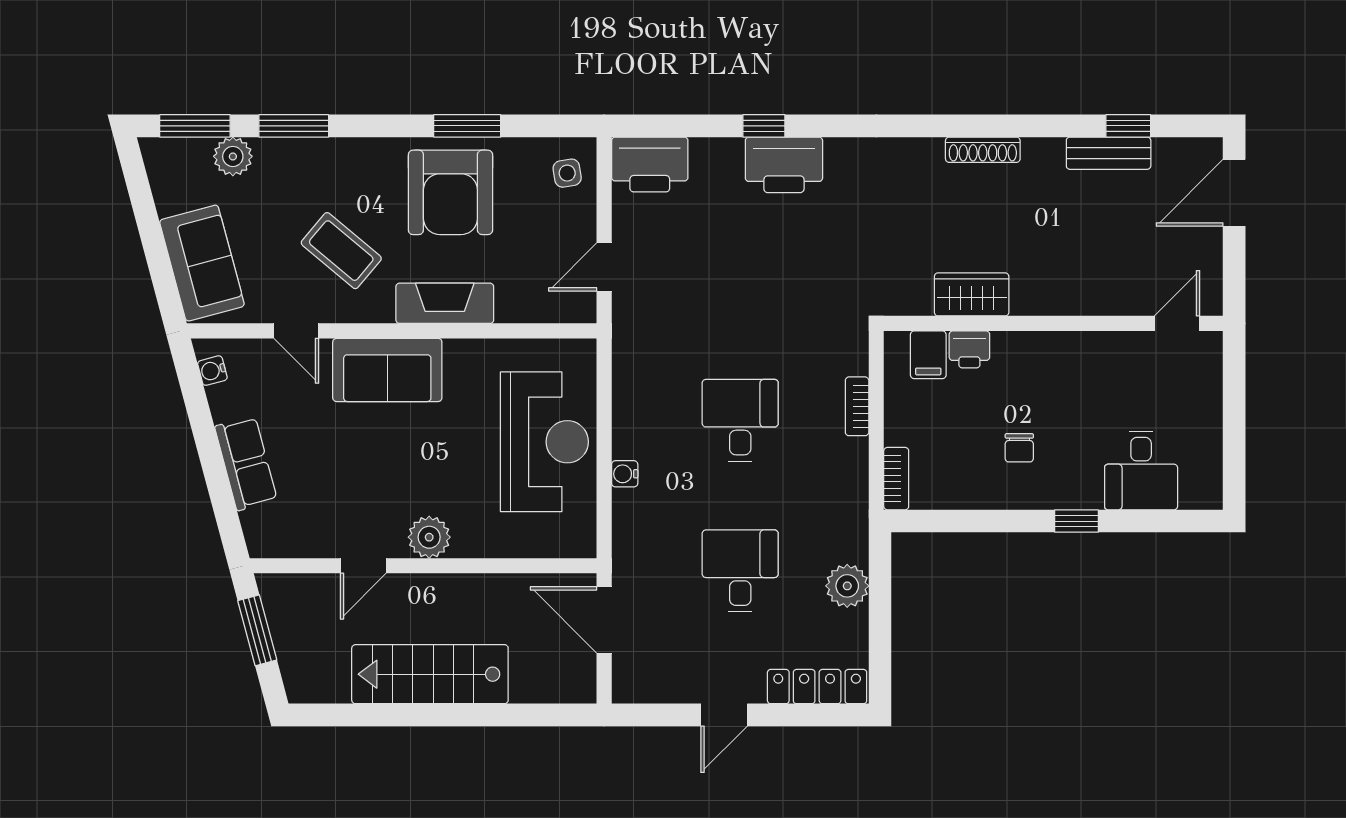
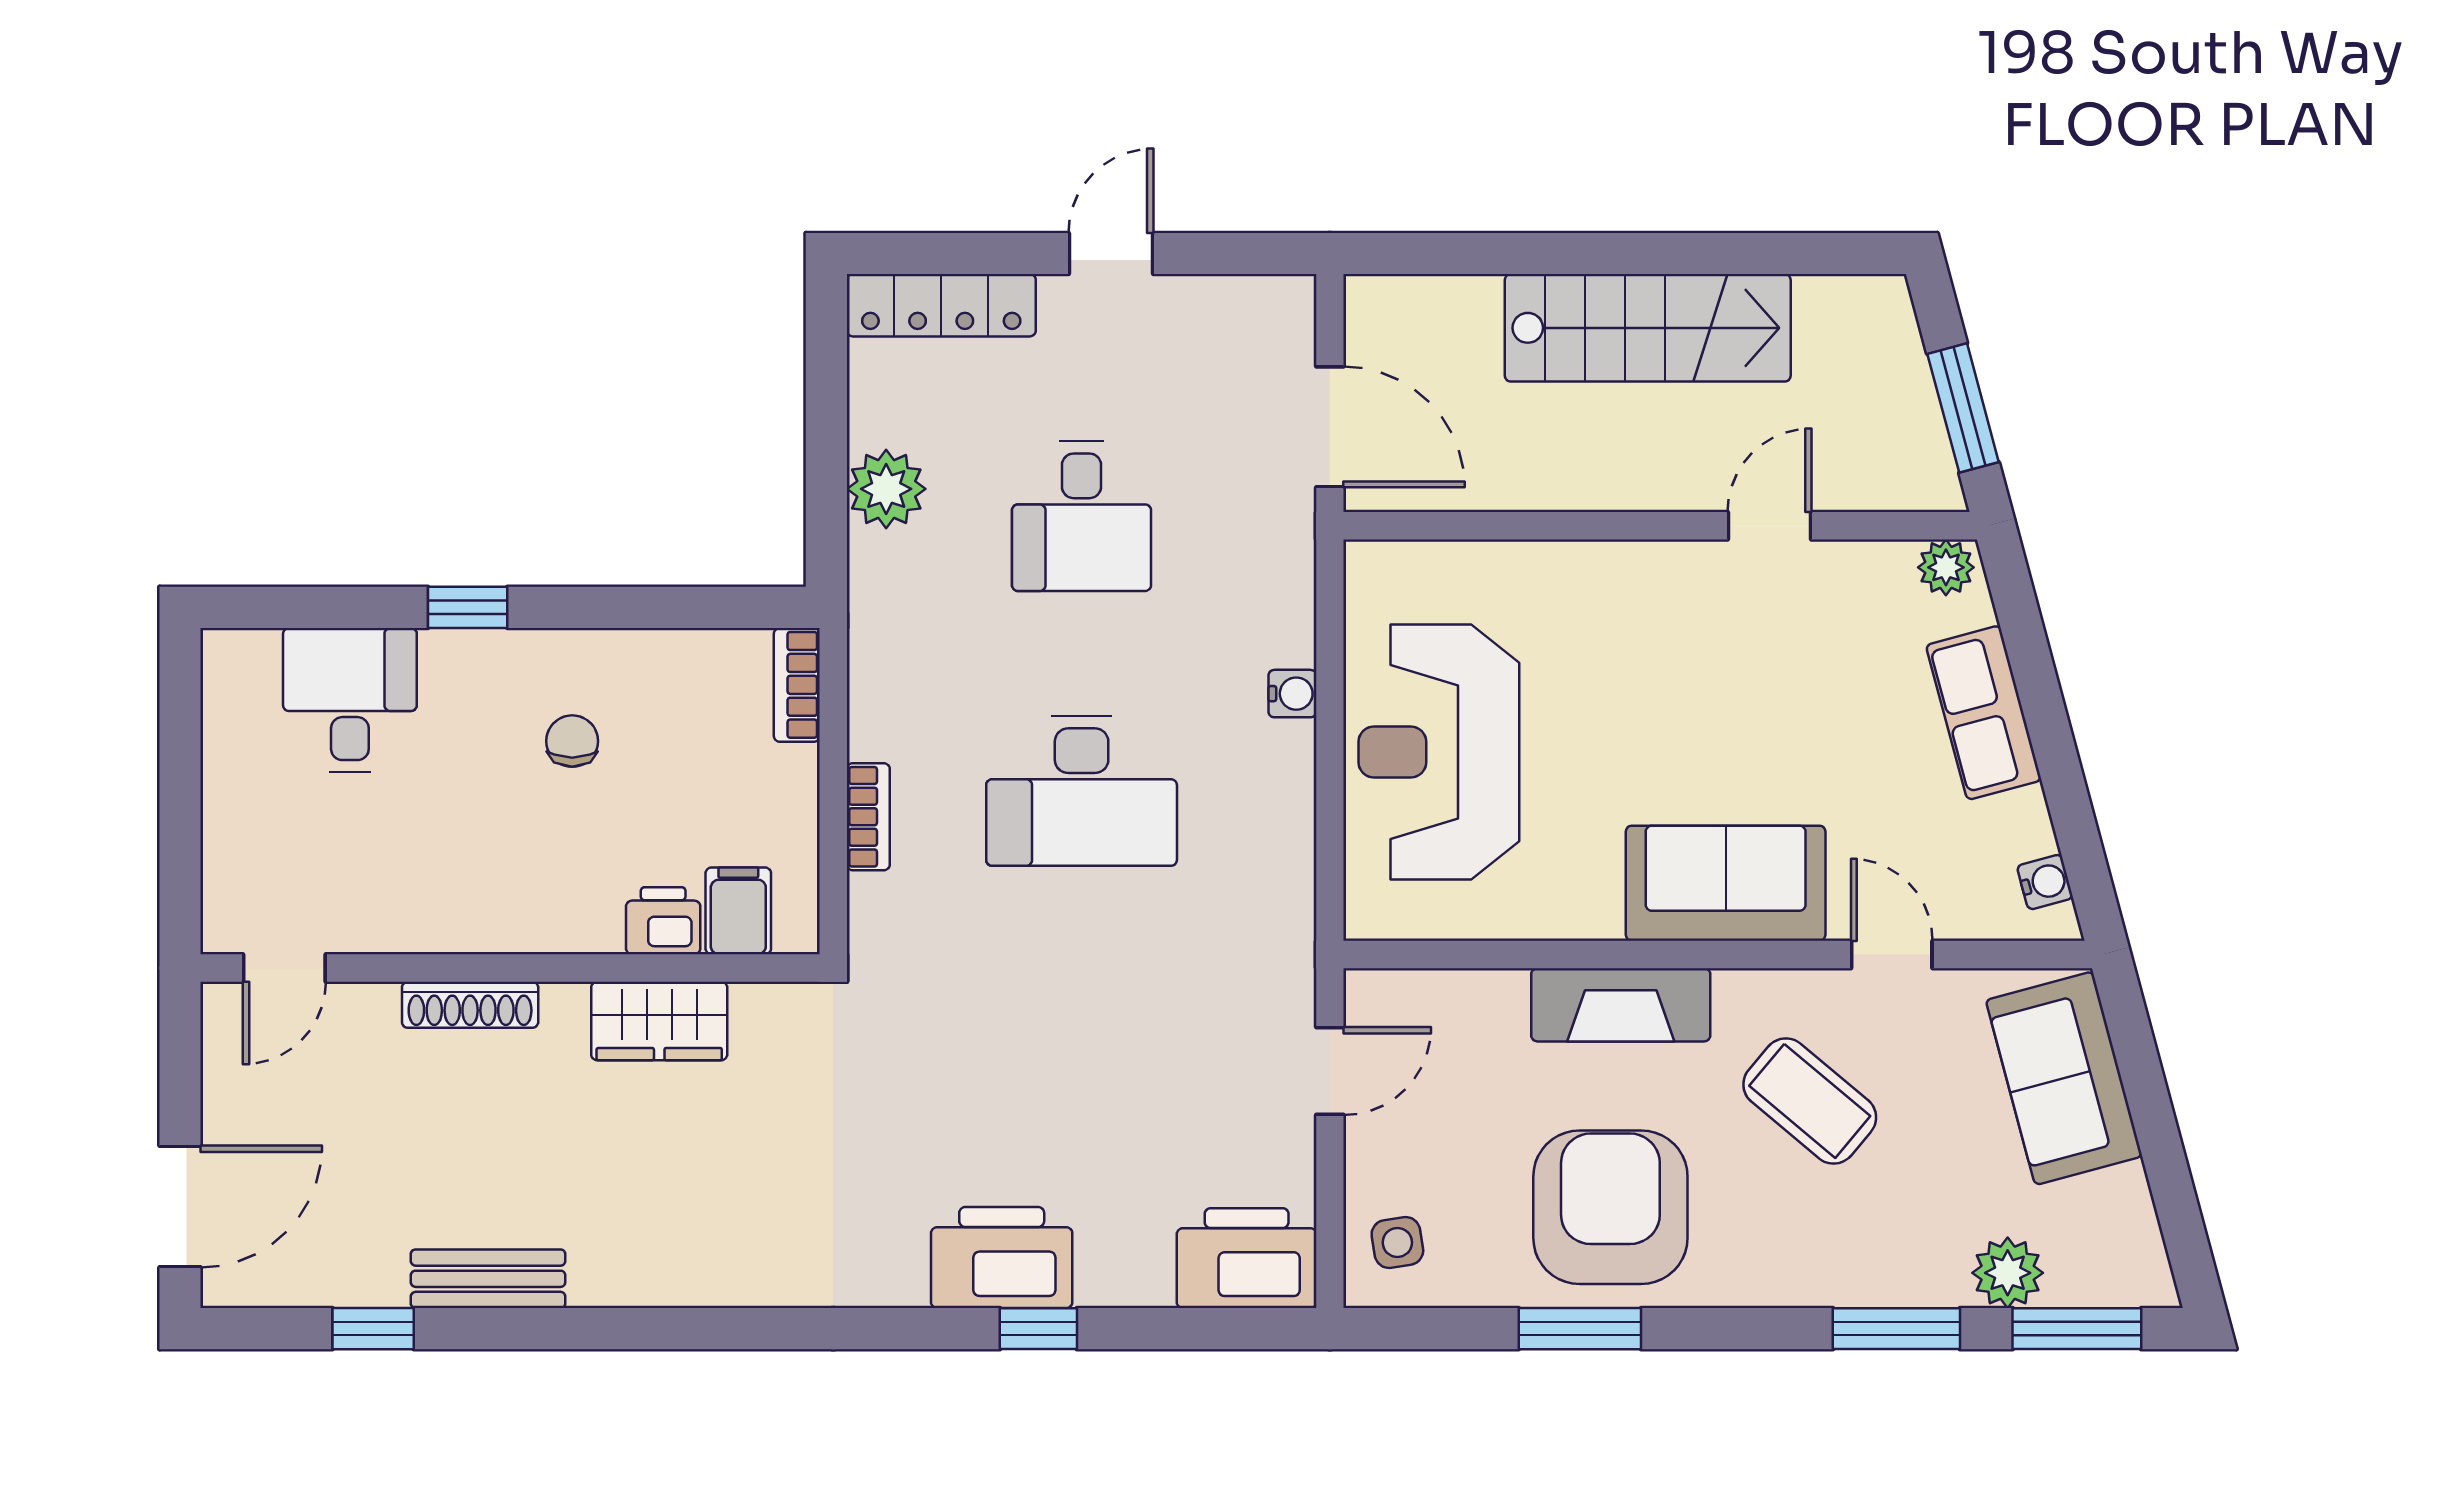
shoe rack: (983, 150) -> (470, 1005), moved, turned 180
bench: (1109, 153) -> (488, 1279), moved
desk: (740, 420) -> (1082, 791), width x1.37
plant: (429, 537) -> (1946, 567), moved, width x0.73, depth x0.73

